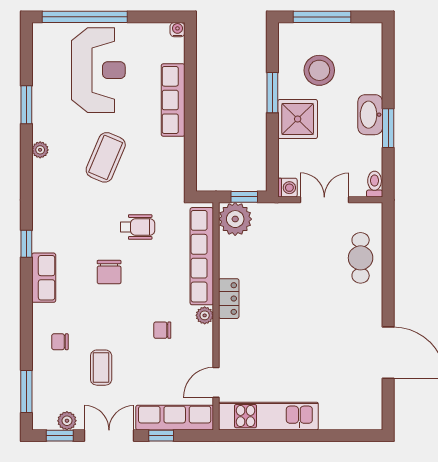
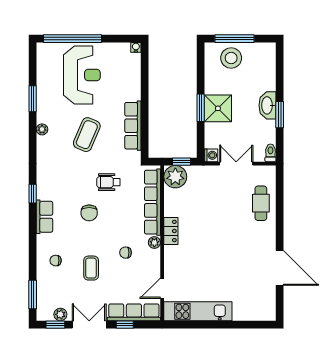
stool: (319, 70) -> (231, 58), moved
window: (272, 93) -> (201, 108), moved
row of seats: (173, 100) -> (133, 126), moved
wheelchair: (137, 227) -> (109, 182), turned 180
coffee table: (101, 368) -> (91, 268), moved

